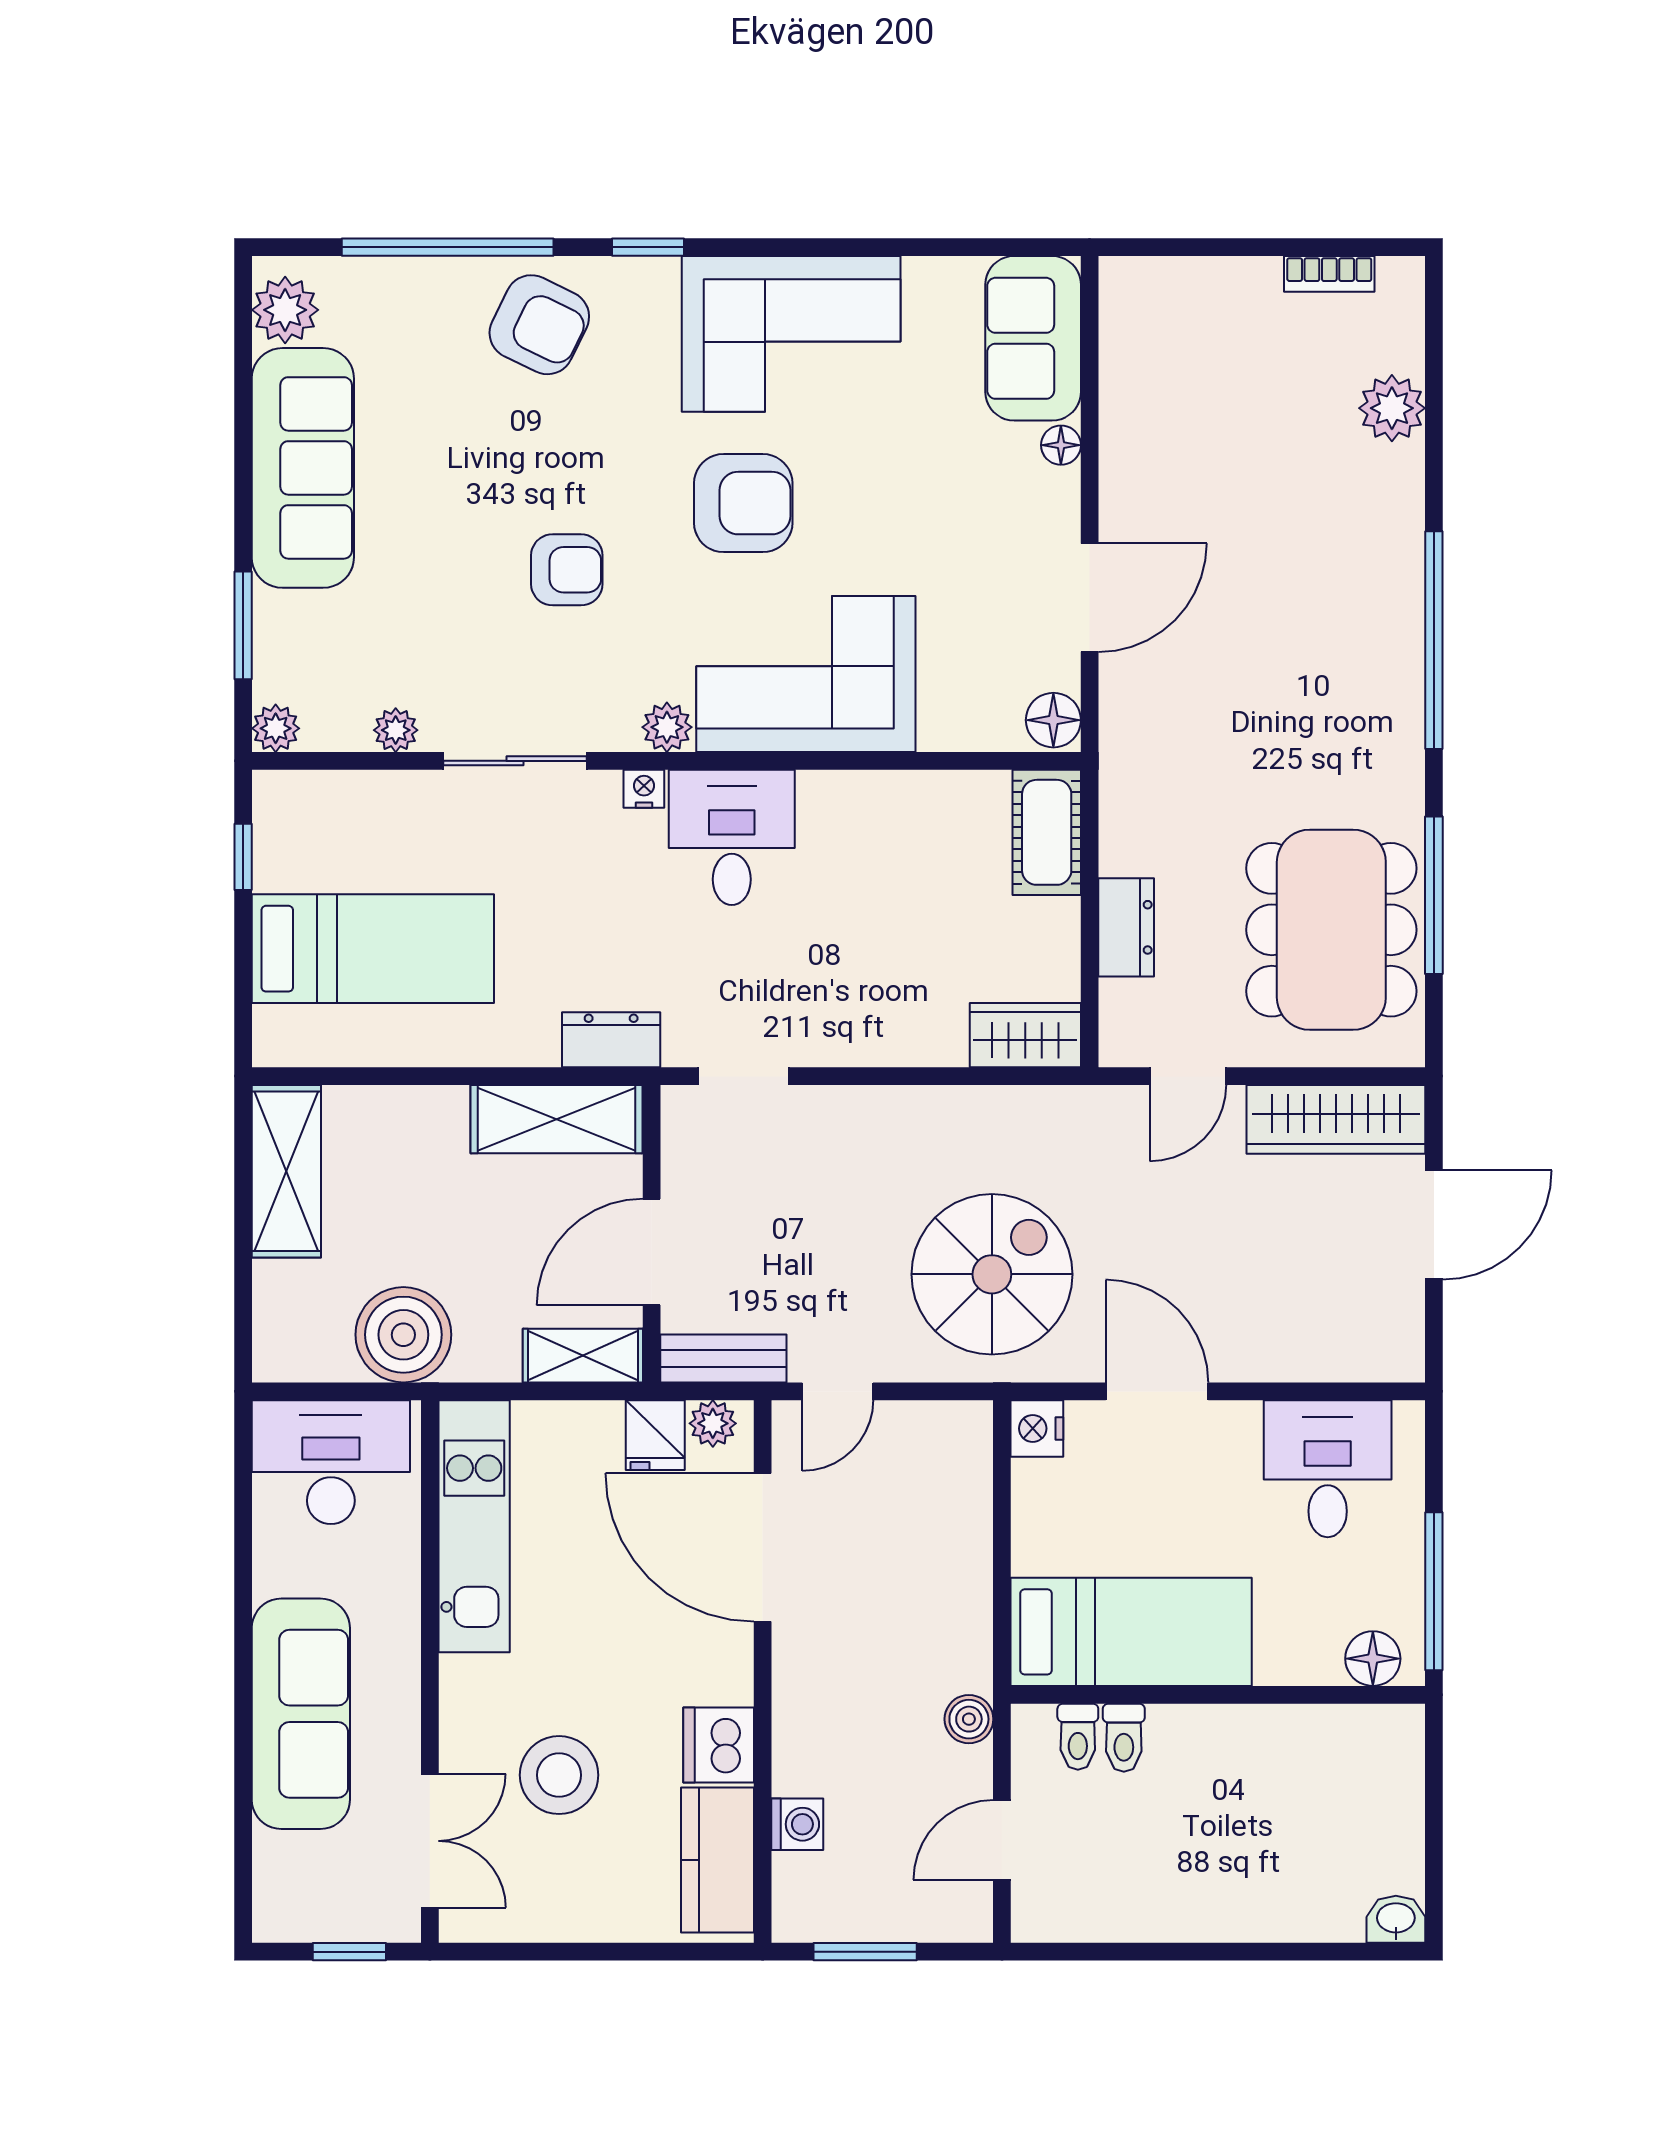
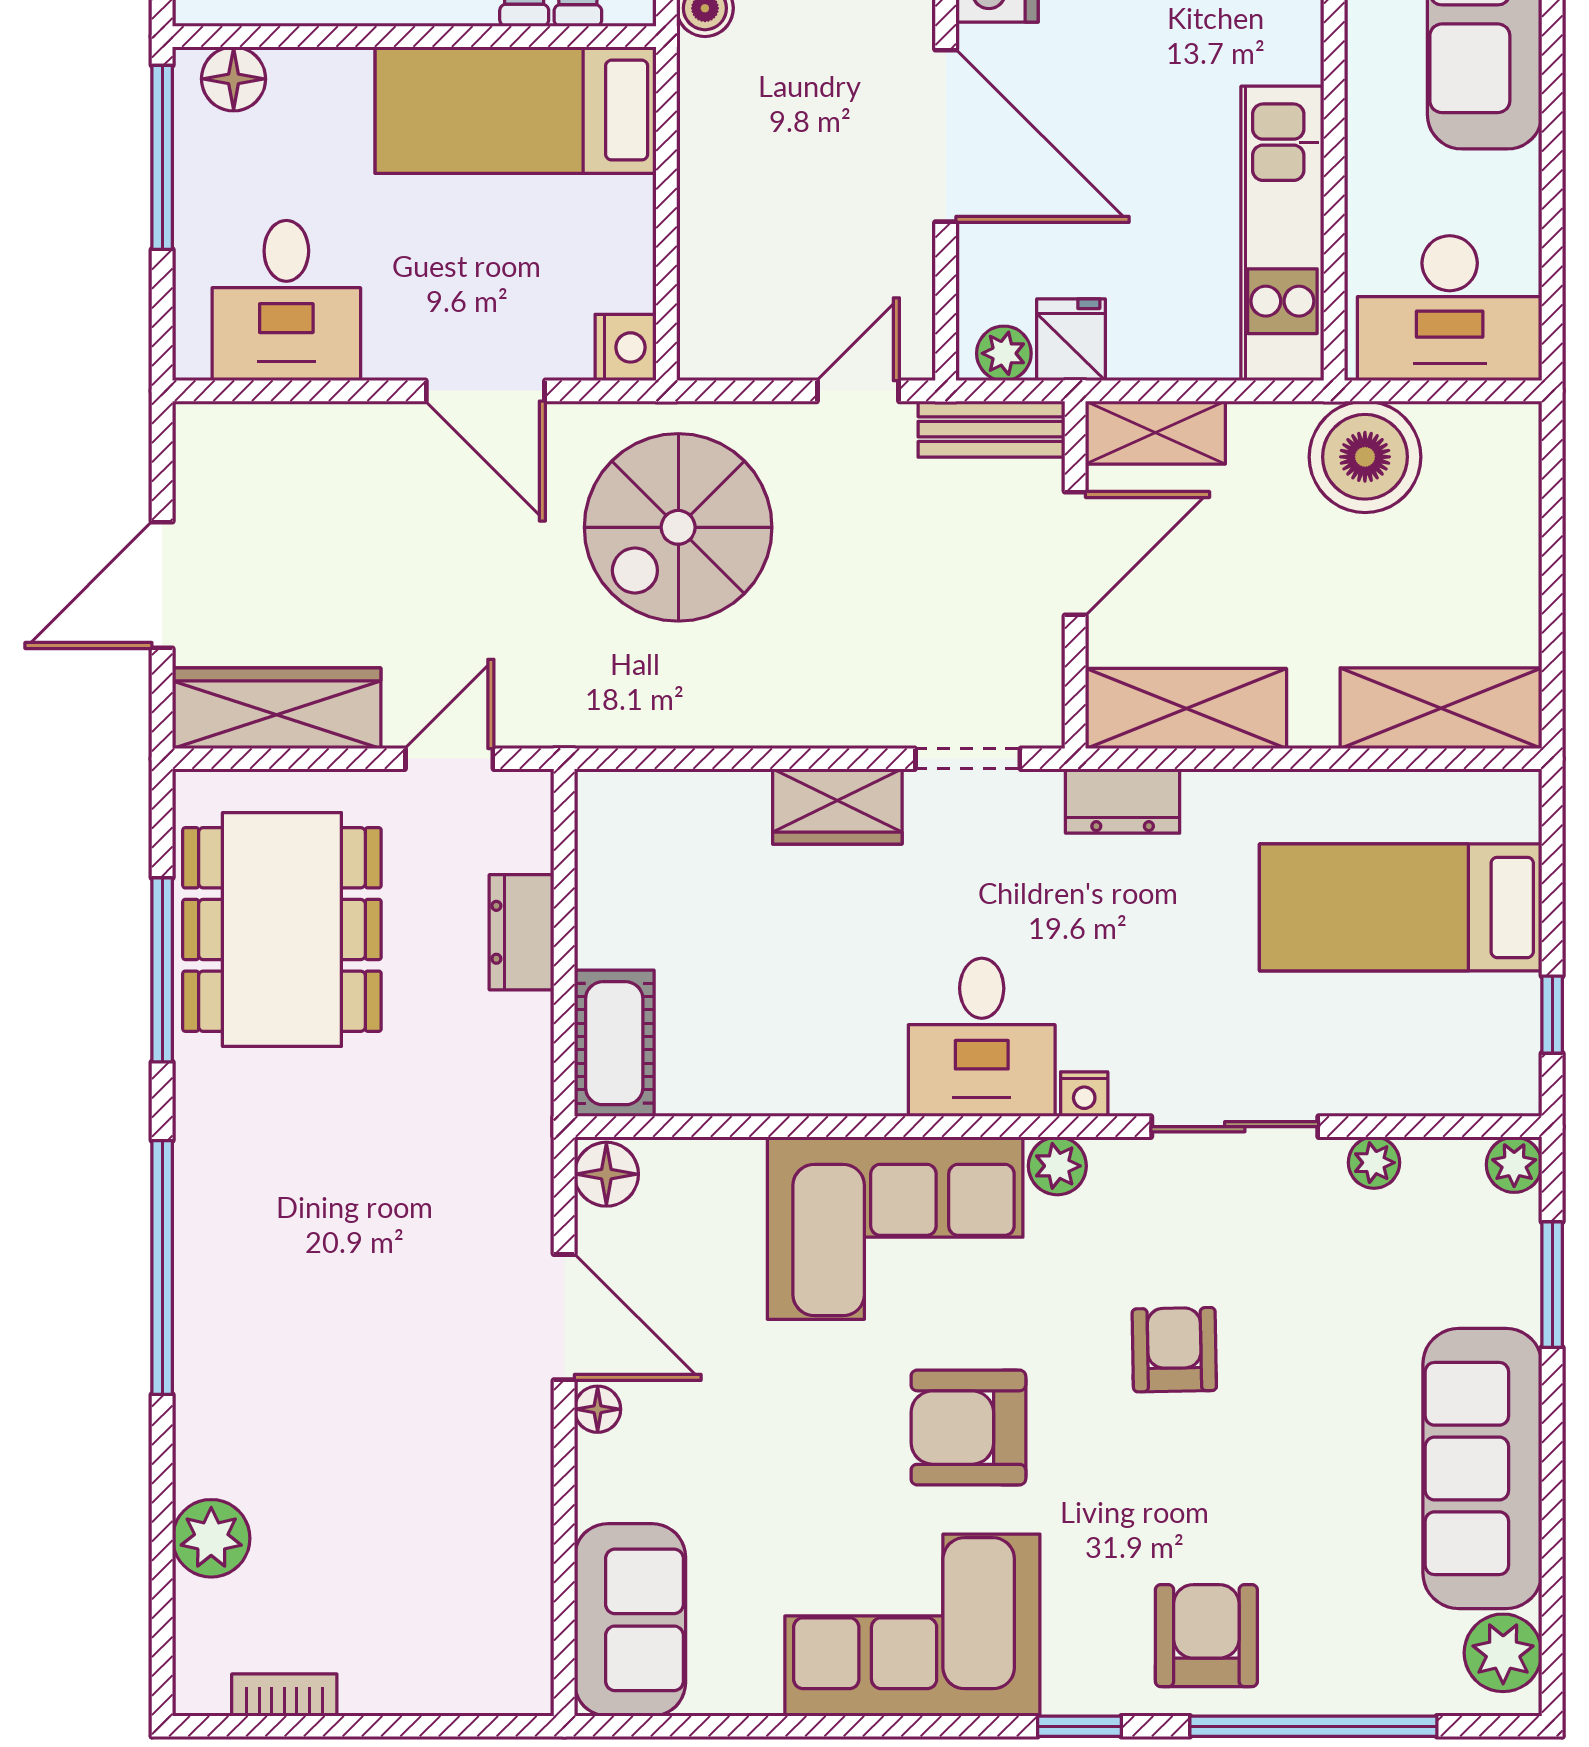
armchair: (539, 325) -> (1206, 1636), turned 64
floor lamp: (1061, 445) -> (598, 1409), moved
armchair: (567, 570) -> (1174, 1350), turned 89
door: (1090, 598) -> (564, 1317), swing flipped
wardrobe: (1025, 1035) -> (837, 807), moved
shelving: (286, 1171) -> (1441, 708), moved, turned 90
door: (763, 1547) -> (946, 136), moved

